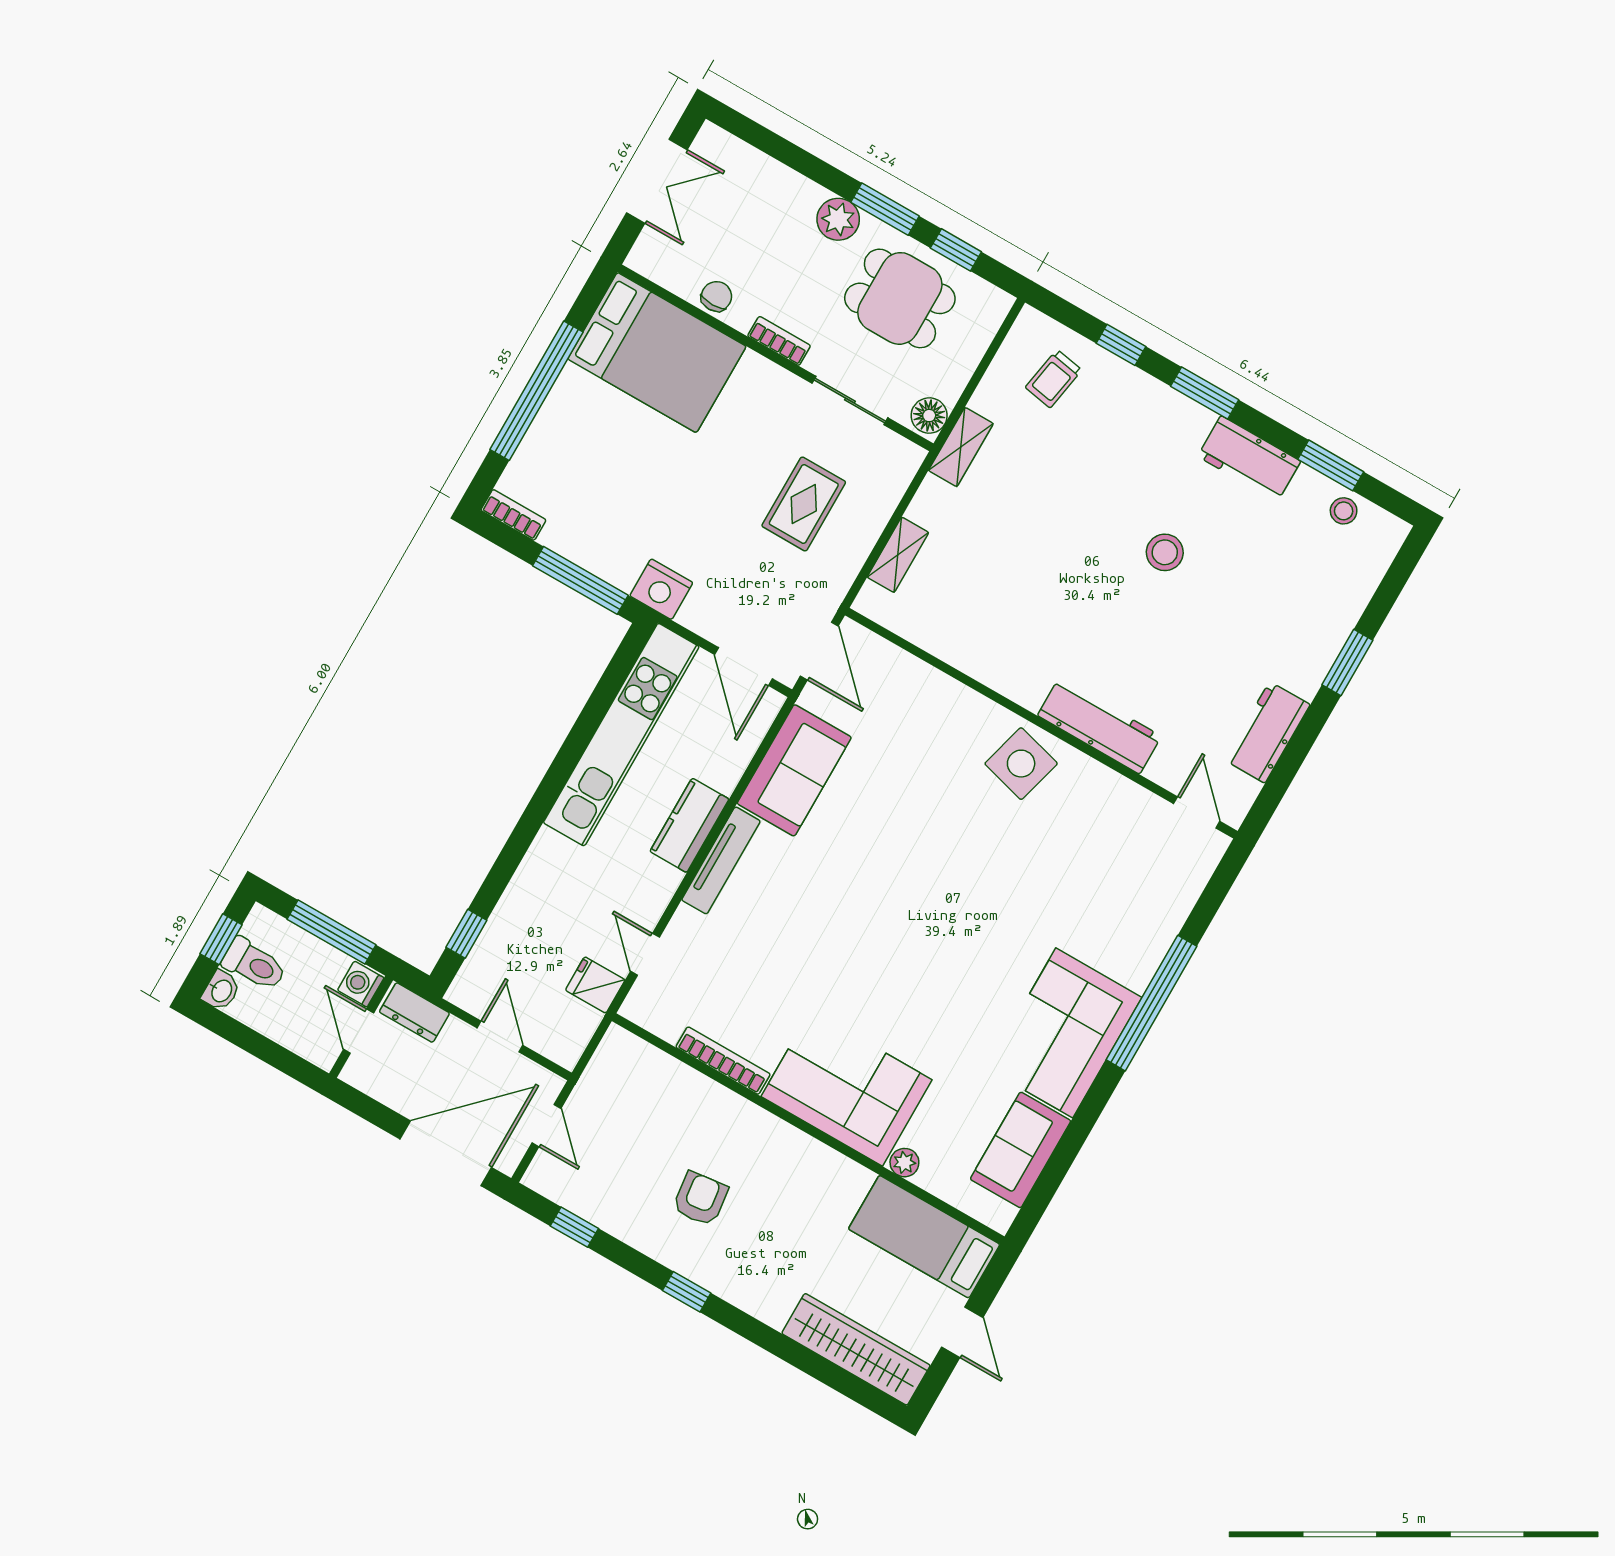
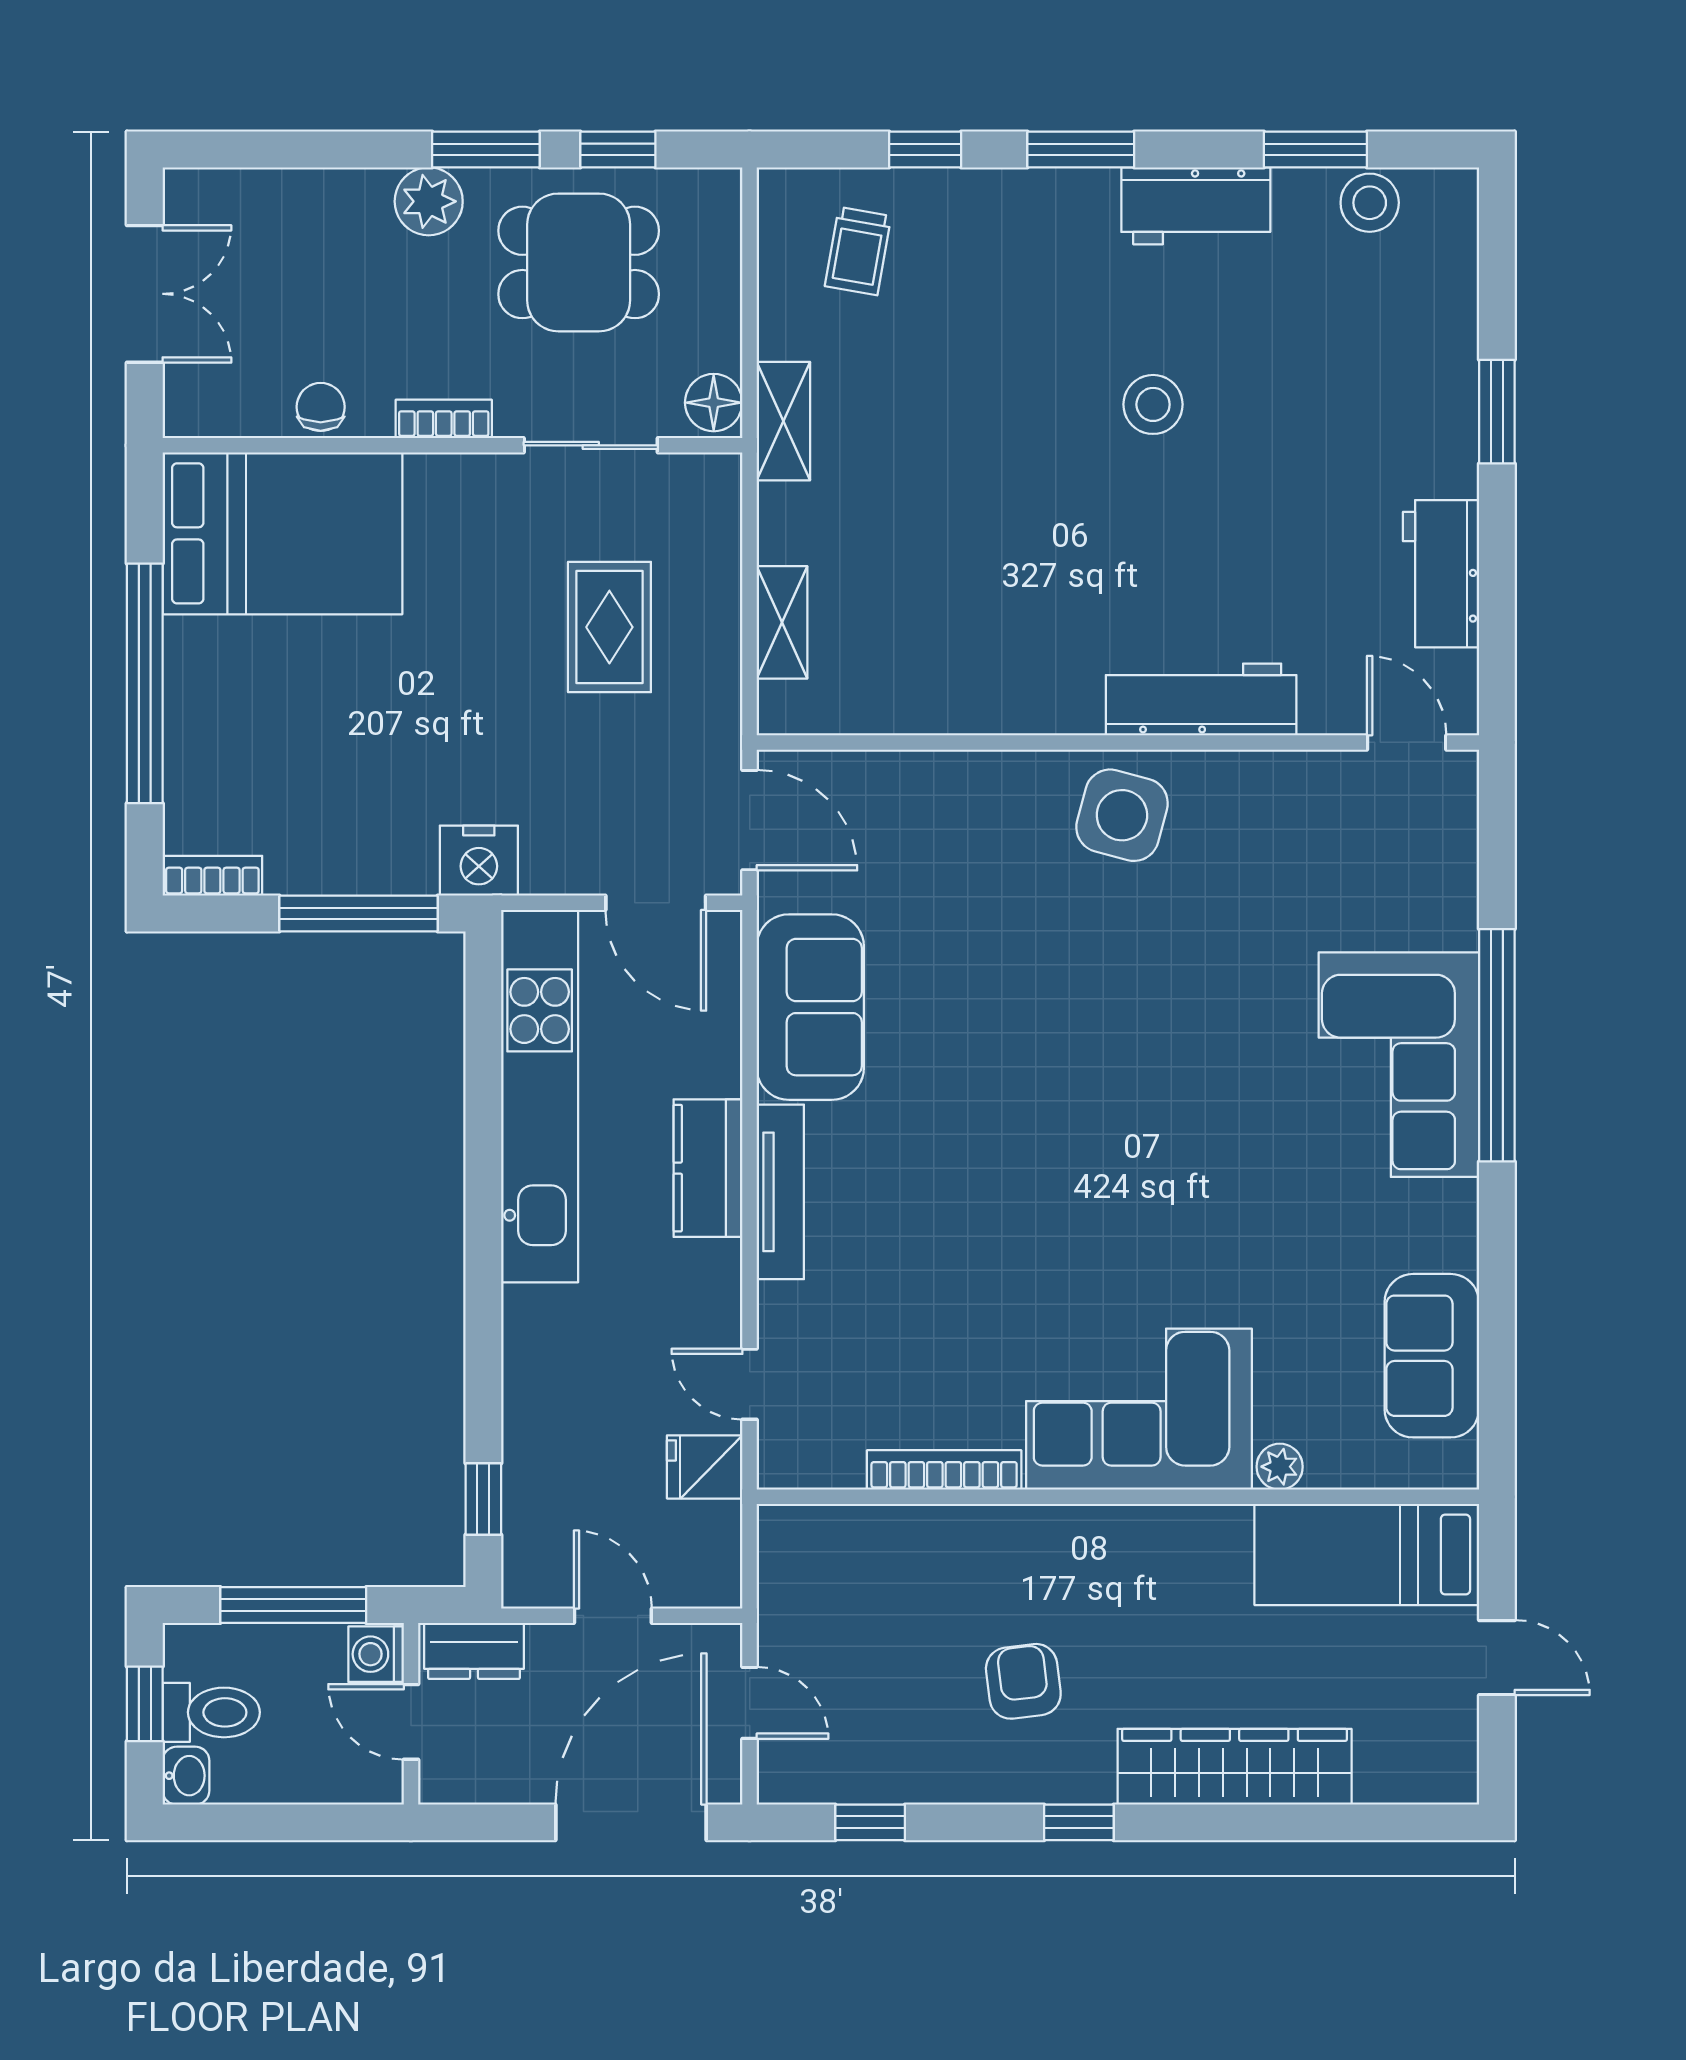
stool: (1344, 511) -> (1370, 203), width x1.37, depth x1.37
corner sofa: (1064, 1033) -> (1399, 1065), moved
wardrobe: (856, 1349) -> (1235, 1767), moved

